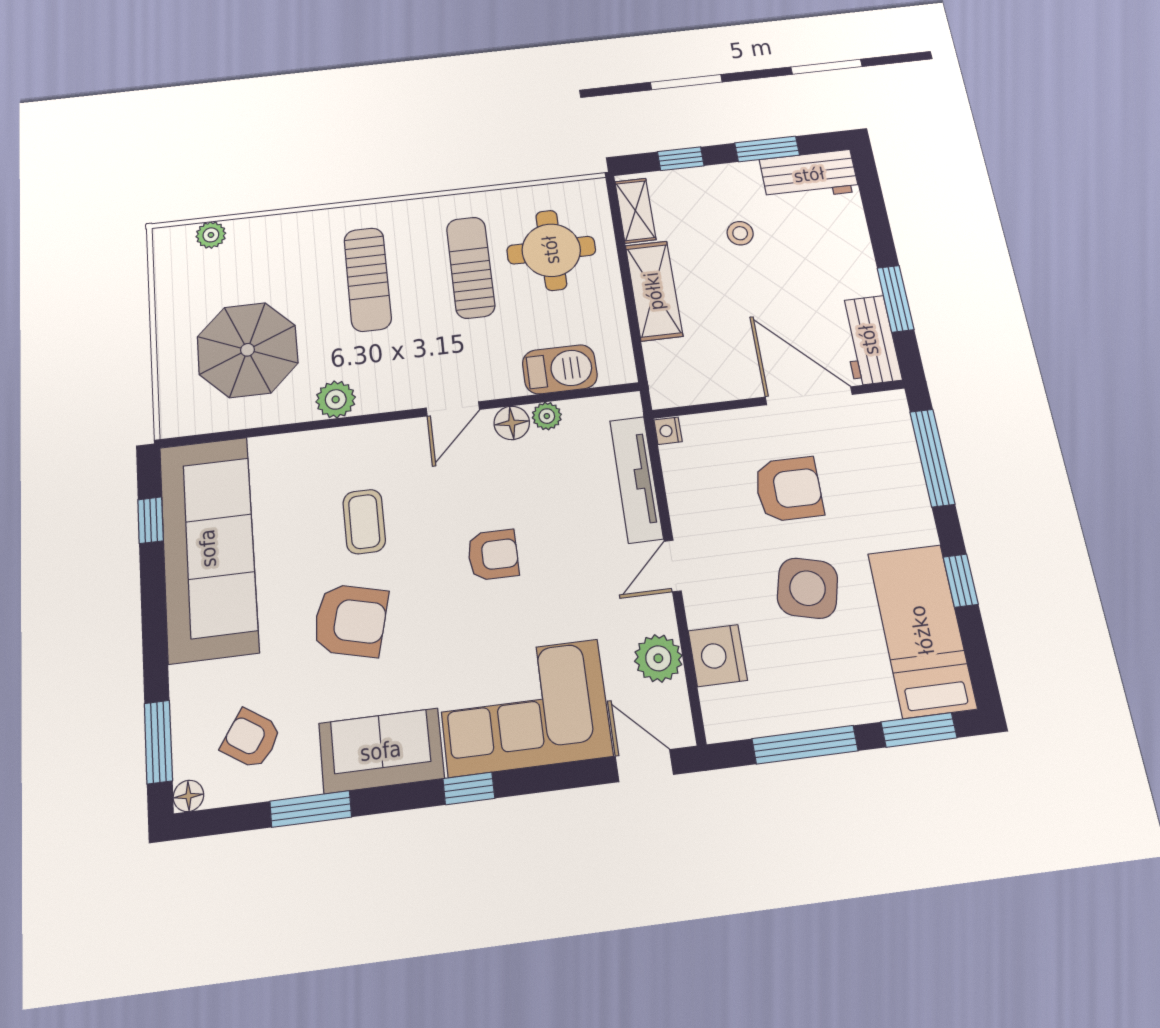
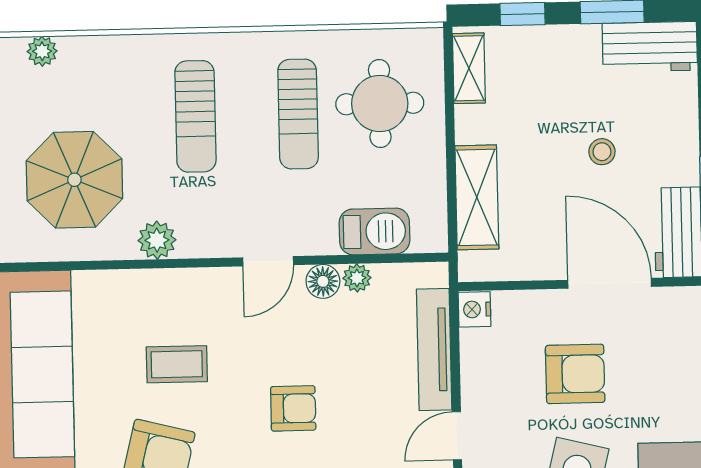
stool: (740, 233) -> (602, 152), moved
sun lounger: (471, 267) -> (298, 114), turned 180
shelving: (654, 291) -> (477, 197), moved
nightstand: (668, 431) -> (475, 309), width x1.39, depth x1.35
coffee table: (364, 522) -> (177, 364), turned 90

